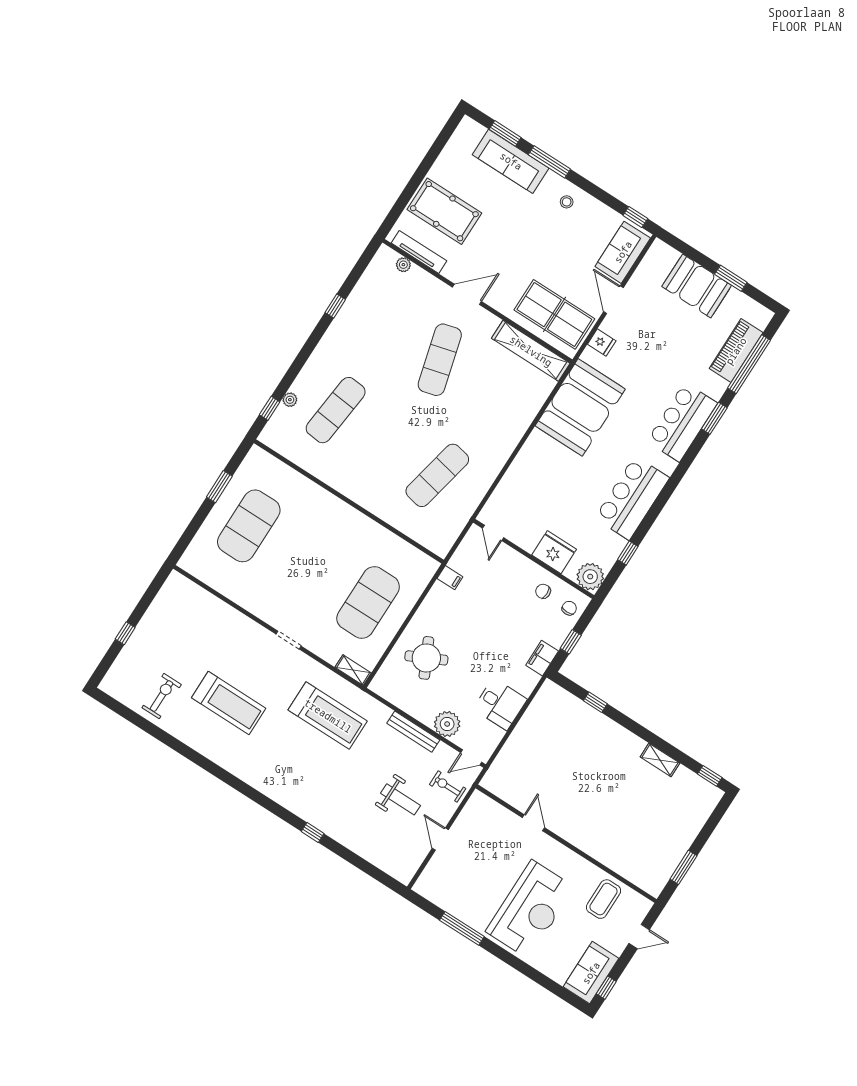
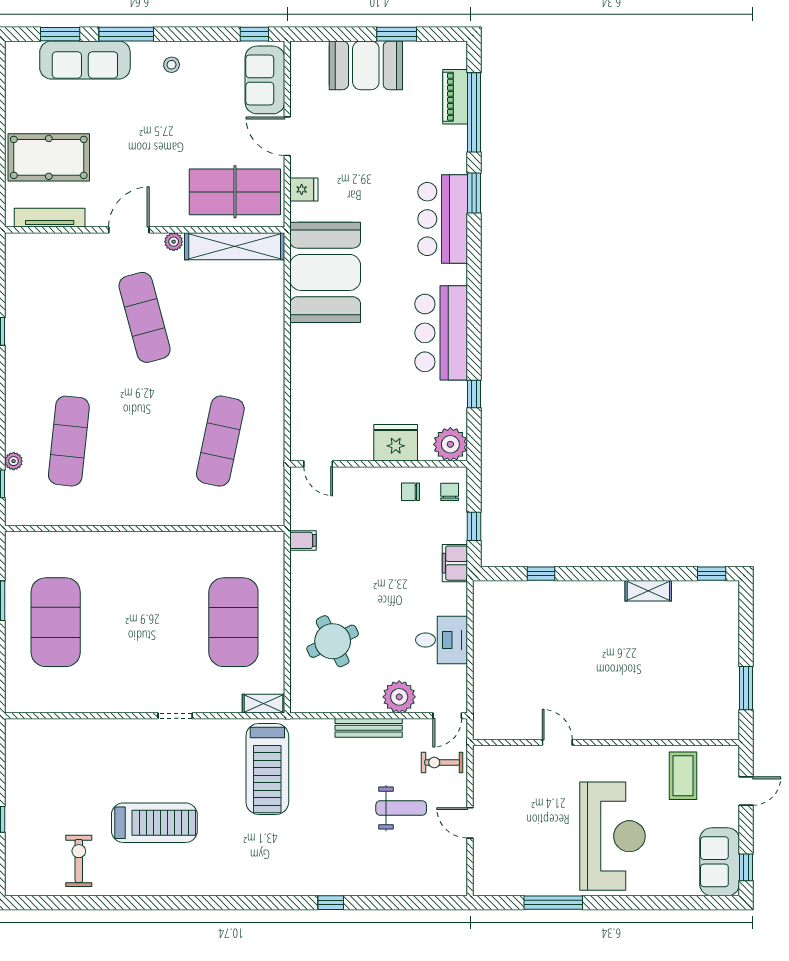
plant: (403, 265) -> (174, 242), moved
piano: (736, 351) -> (455, 97), width x0.73, depth x0.75
treadmill: (328, 716) -> (267, 769), turned 90

